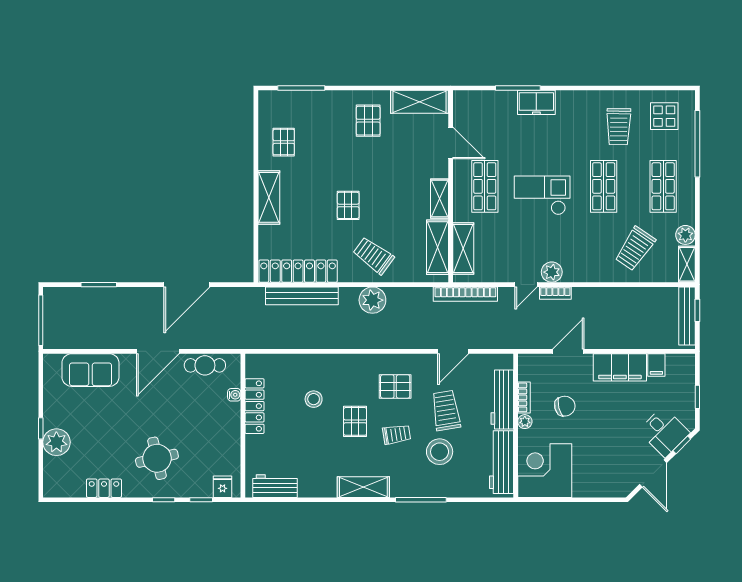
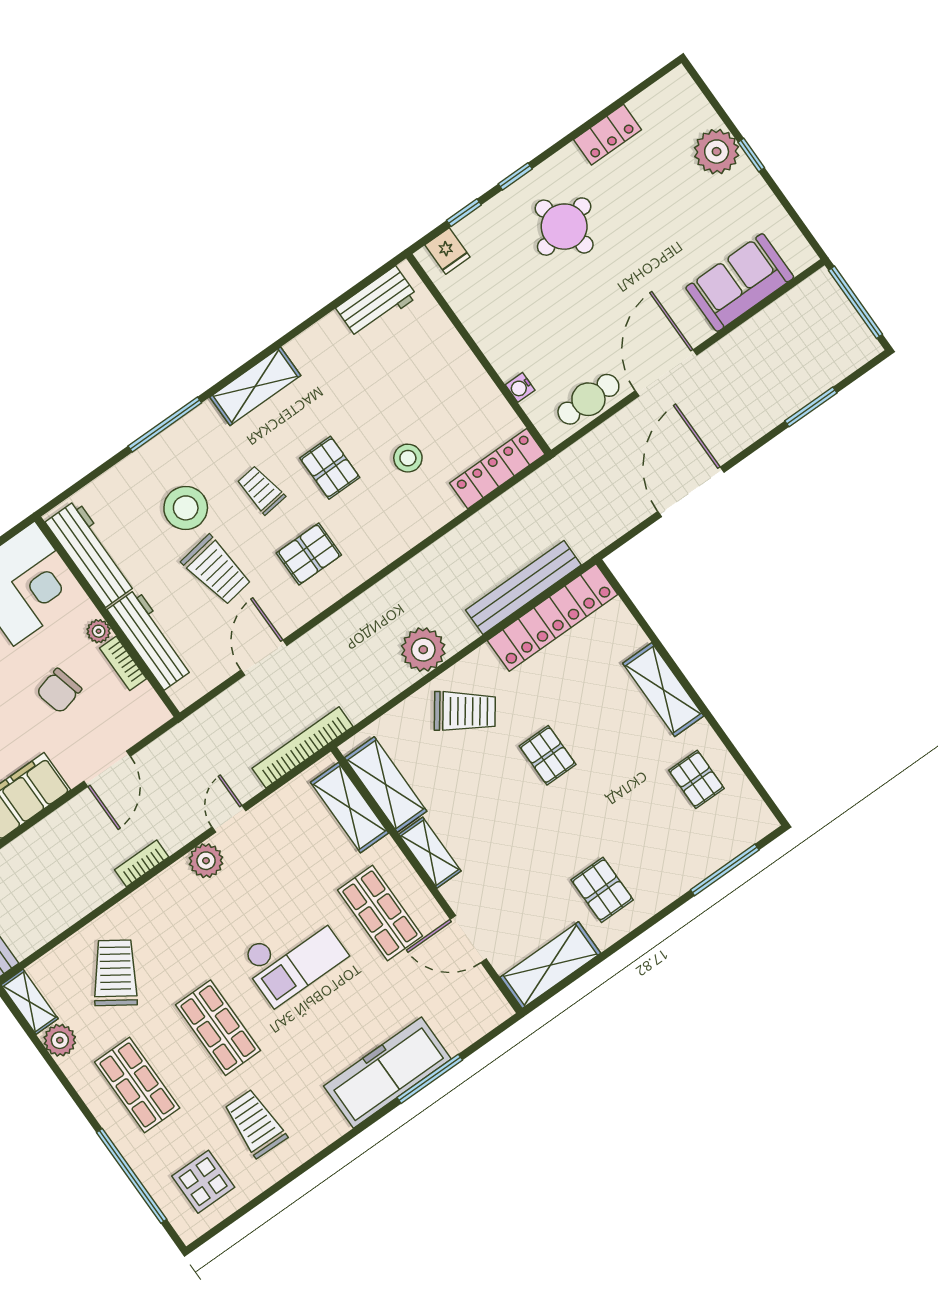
freezer: (536, 102) -> (387, 1073), width x1.91, depth x1.26
bookcase: (555, 293) -> (142, 863), moved
locker: (255, 406) -> (497, 469), moved, turned 90
trolley: (397, 434) -> (261, 490), turned 92

